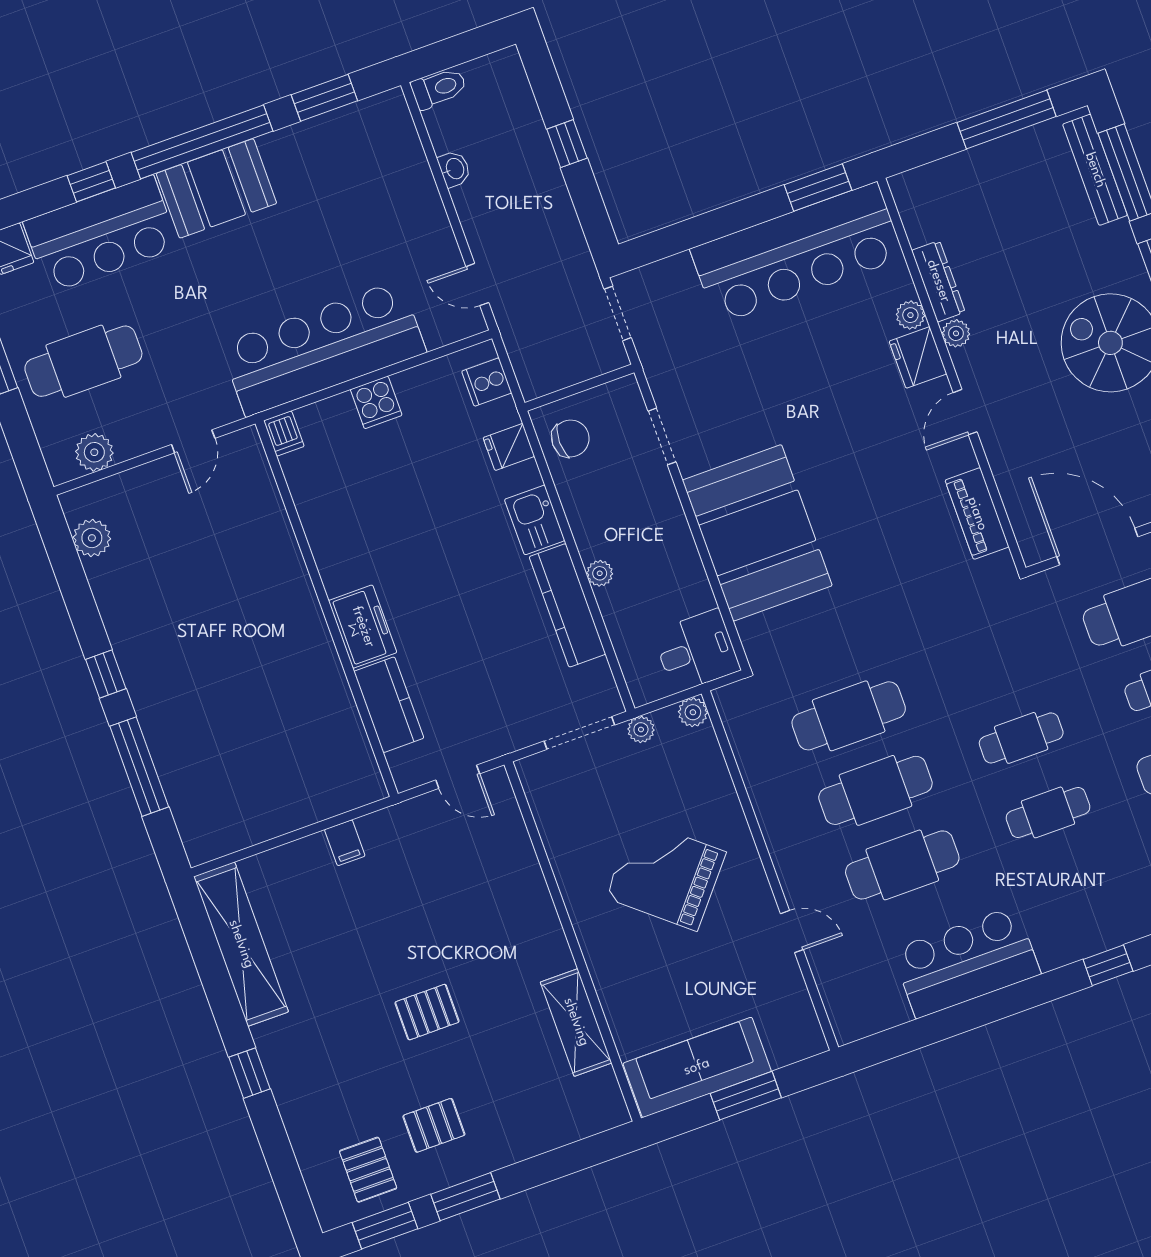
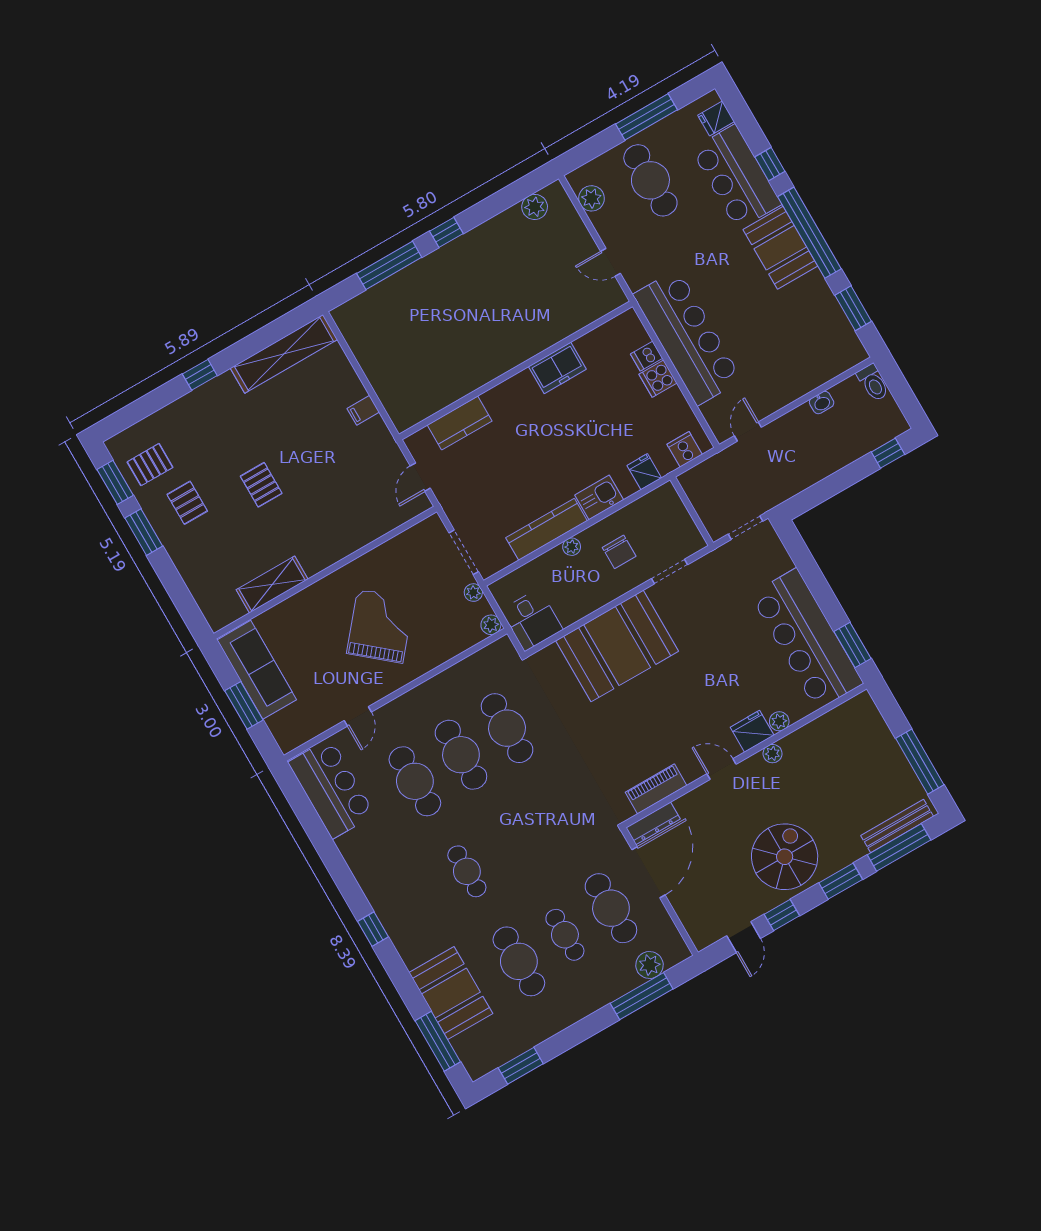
window: (567, 144) -> (888, 453), moved
dresser: (938, 281) -> (653, 823), moved
dishwasher: (284, 434) -> (646, 356), moved
chair: (570, 438) -> (619, 552), moved
freezer: (363, 627) -> (557, 368), moved
cafe table: (1021, 738) -> (513, 845), removed
bar counter: (966, 962) -> (331, 788), moved

